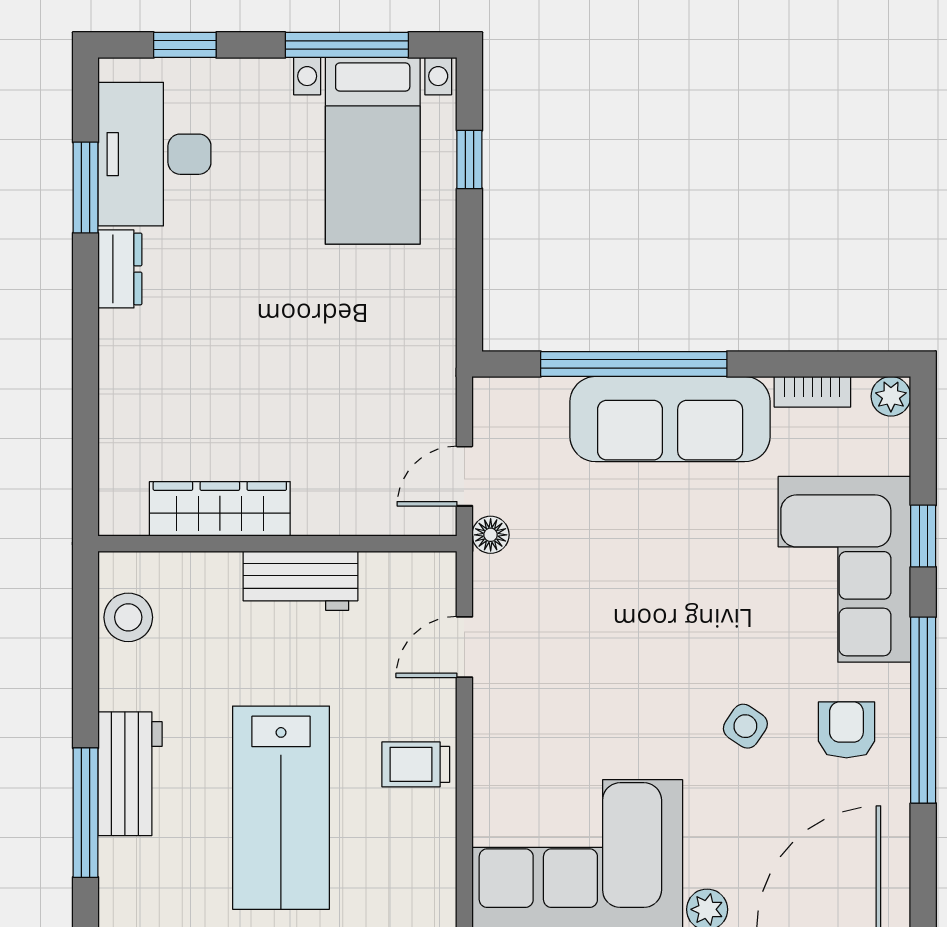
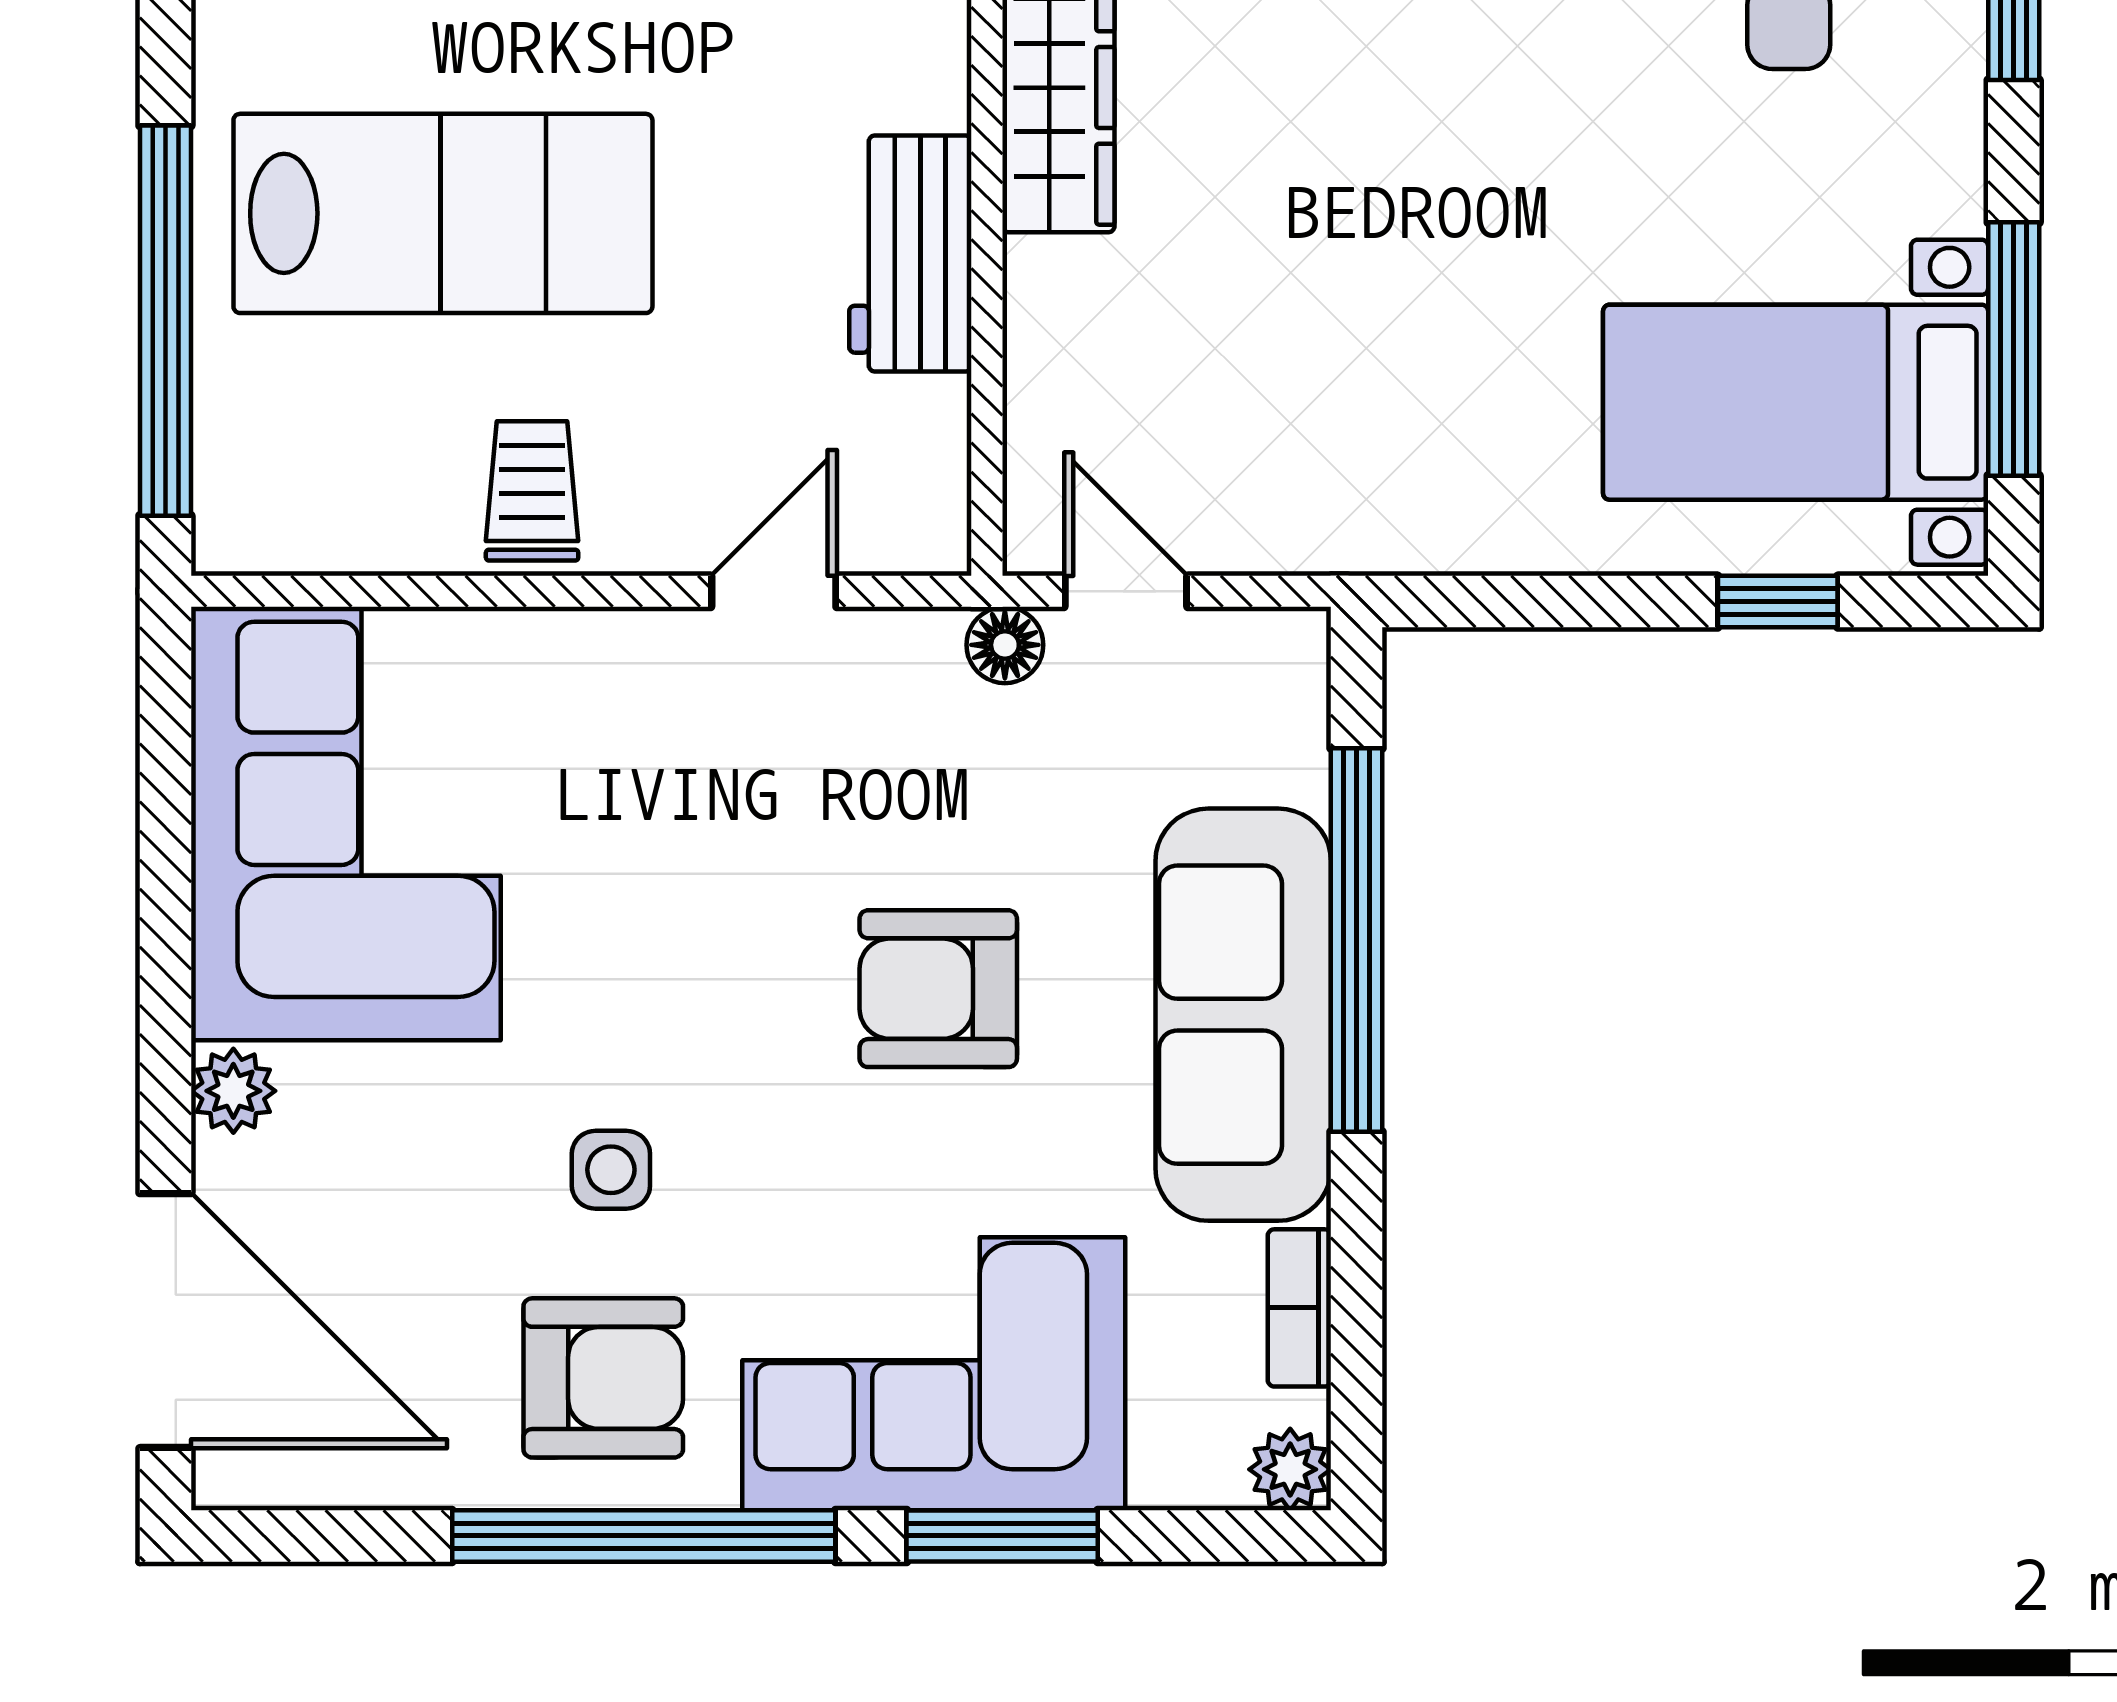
window: (923, 536) -> (1002, 1536), width x1.50
armchair: (657, 567) -> (938, 989), added
door: (464, 647) -> (774, 591), hinge flipped
side table: (745, 726) -> (611, 1170), turned -34
armchair: (846, 730) -> (603, 1378), width x1.38, depth x1.38
lab bench: (281, 808) -> (443, 213), turned 180

